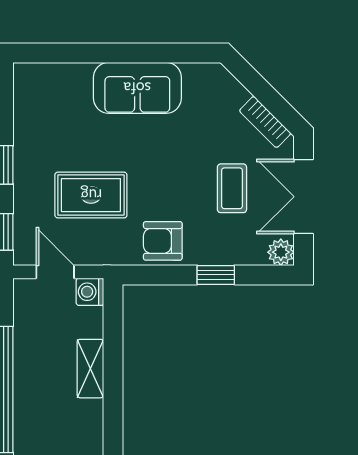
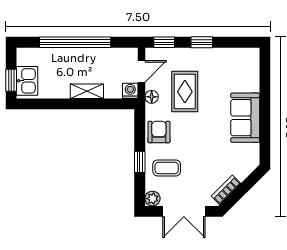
coffee table: (232, 188) -> (167, 168), moved
double door: (304, 197) -> (184, 211), swing flipped
floor lamp: (100, 254) -> (152, 97), added

